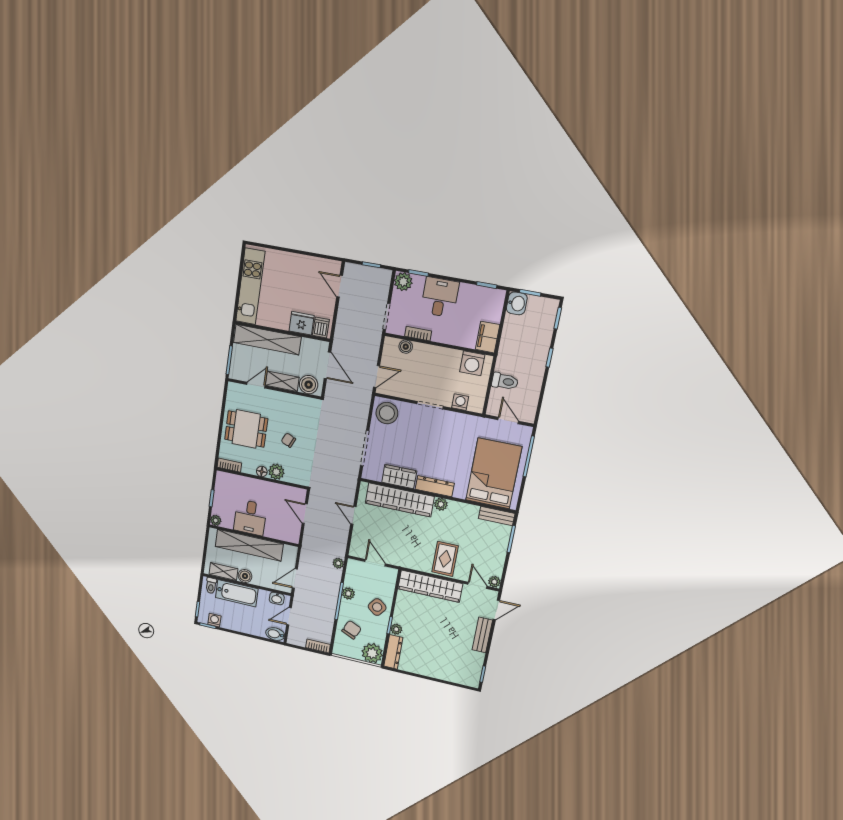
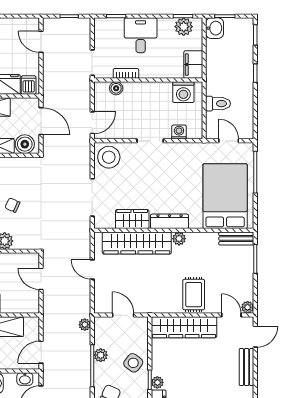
plant: (403, 282) -> (184, 27), moved

